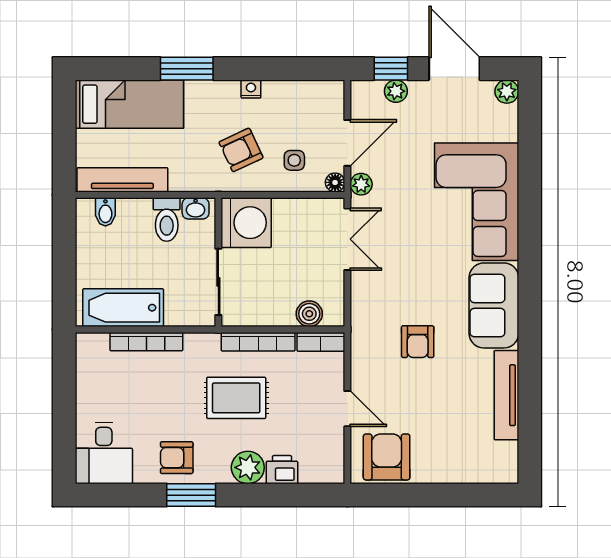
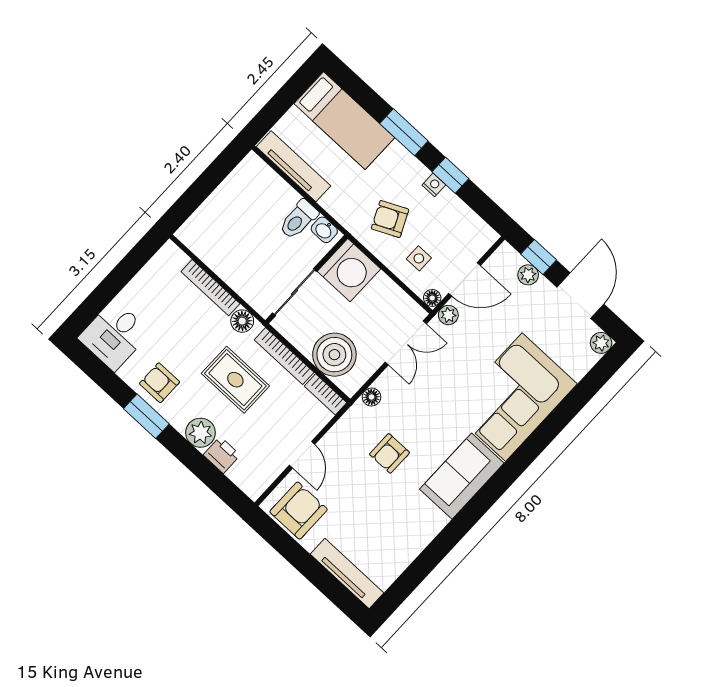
window: (257, 69) -> (450, 175), added
bidet: (105, 212) -> (263, 177), removed
bathtub: (123, 308) -> (216, 251), removed
floor lamp: (360, 309) -> (372, 397), added
boiler: (309, 314) -> (334, 355), width x1.86, depth x1.86
floor lamp: (197, 345) -> (242, 321), added
tv unit: (506, 395) -> (347, 574), moved, turned 90

